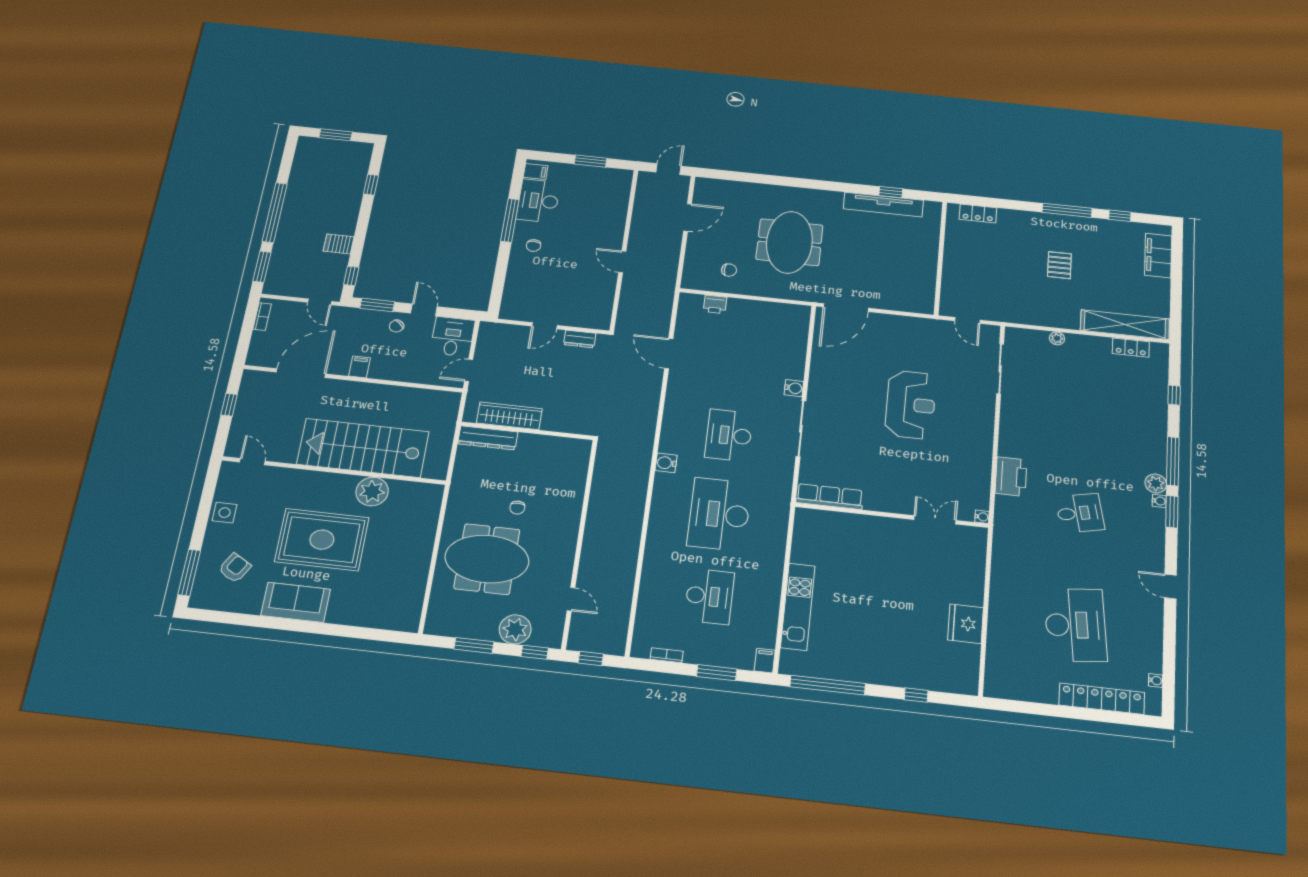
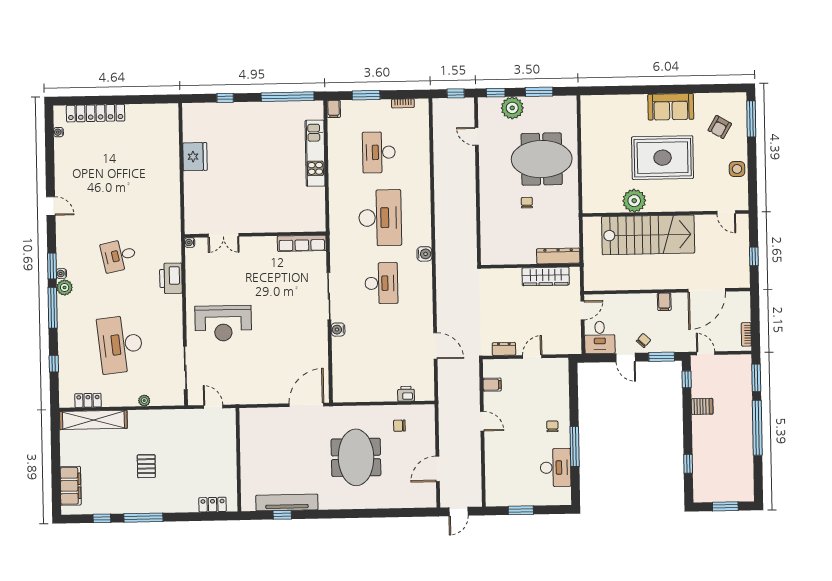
filing cabinet: (536, 172) -> (492, 385), moved, turned 180
reception desk: (911, 405) -> (223, 323), moved, turned -90
desk: (1075, 625) -> (120, 344), moved

